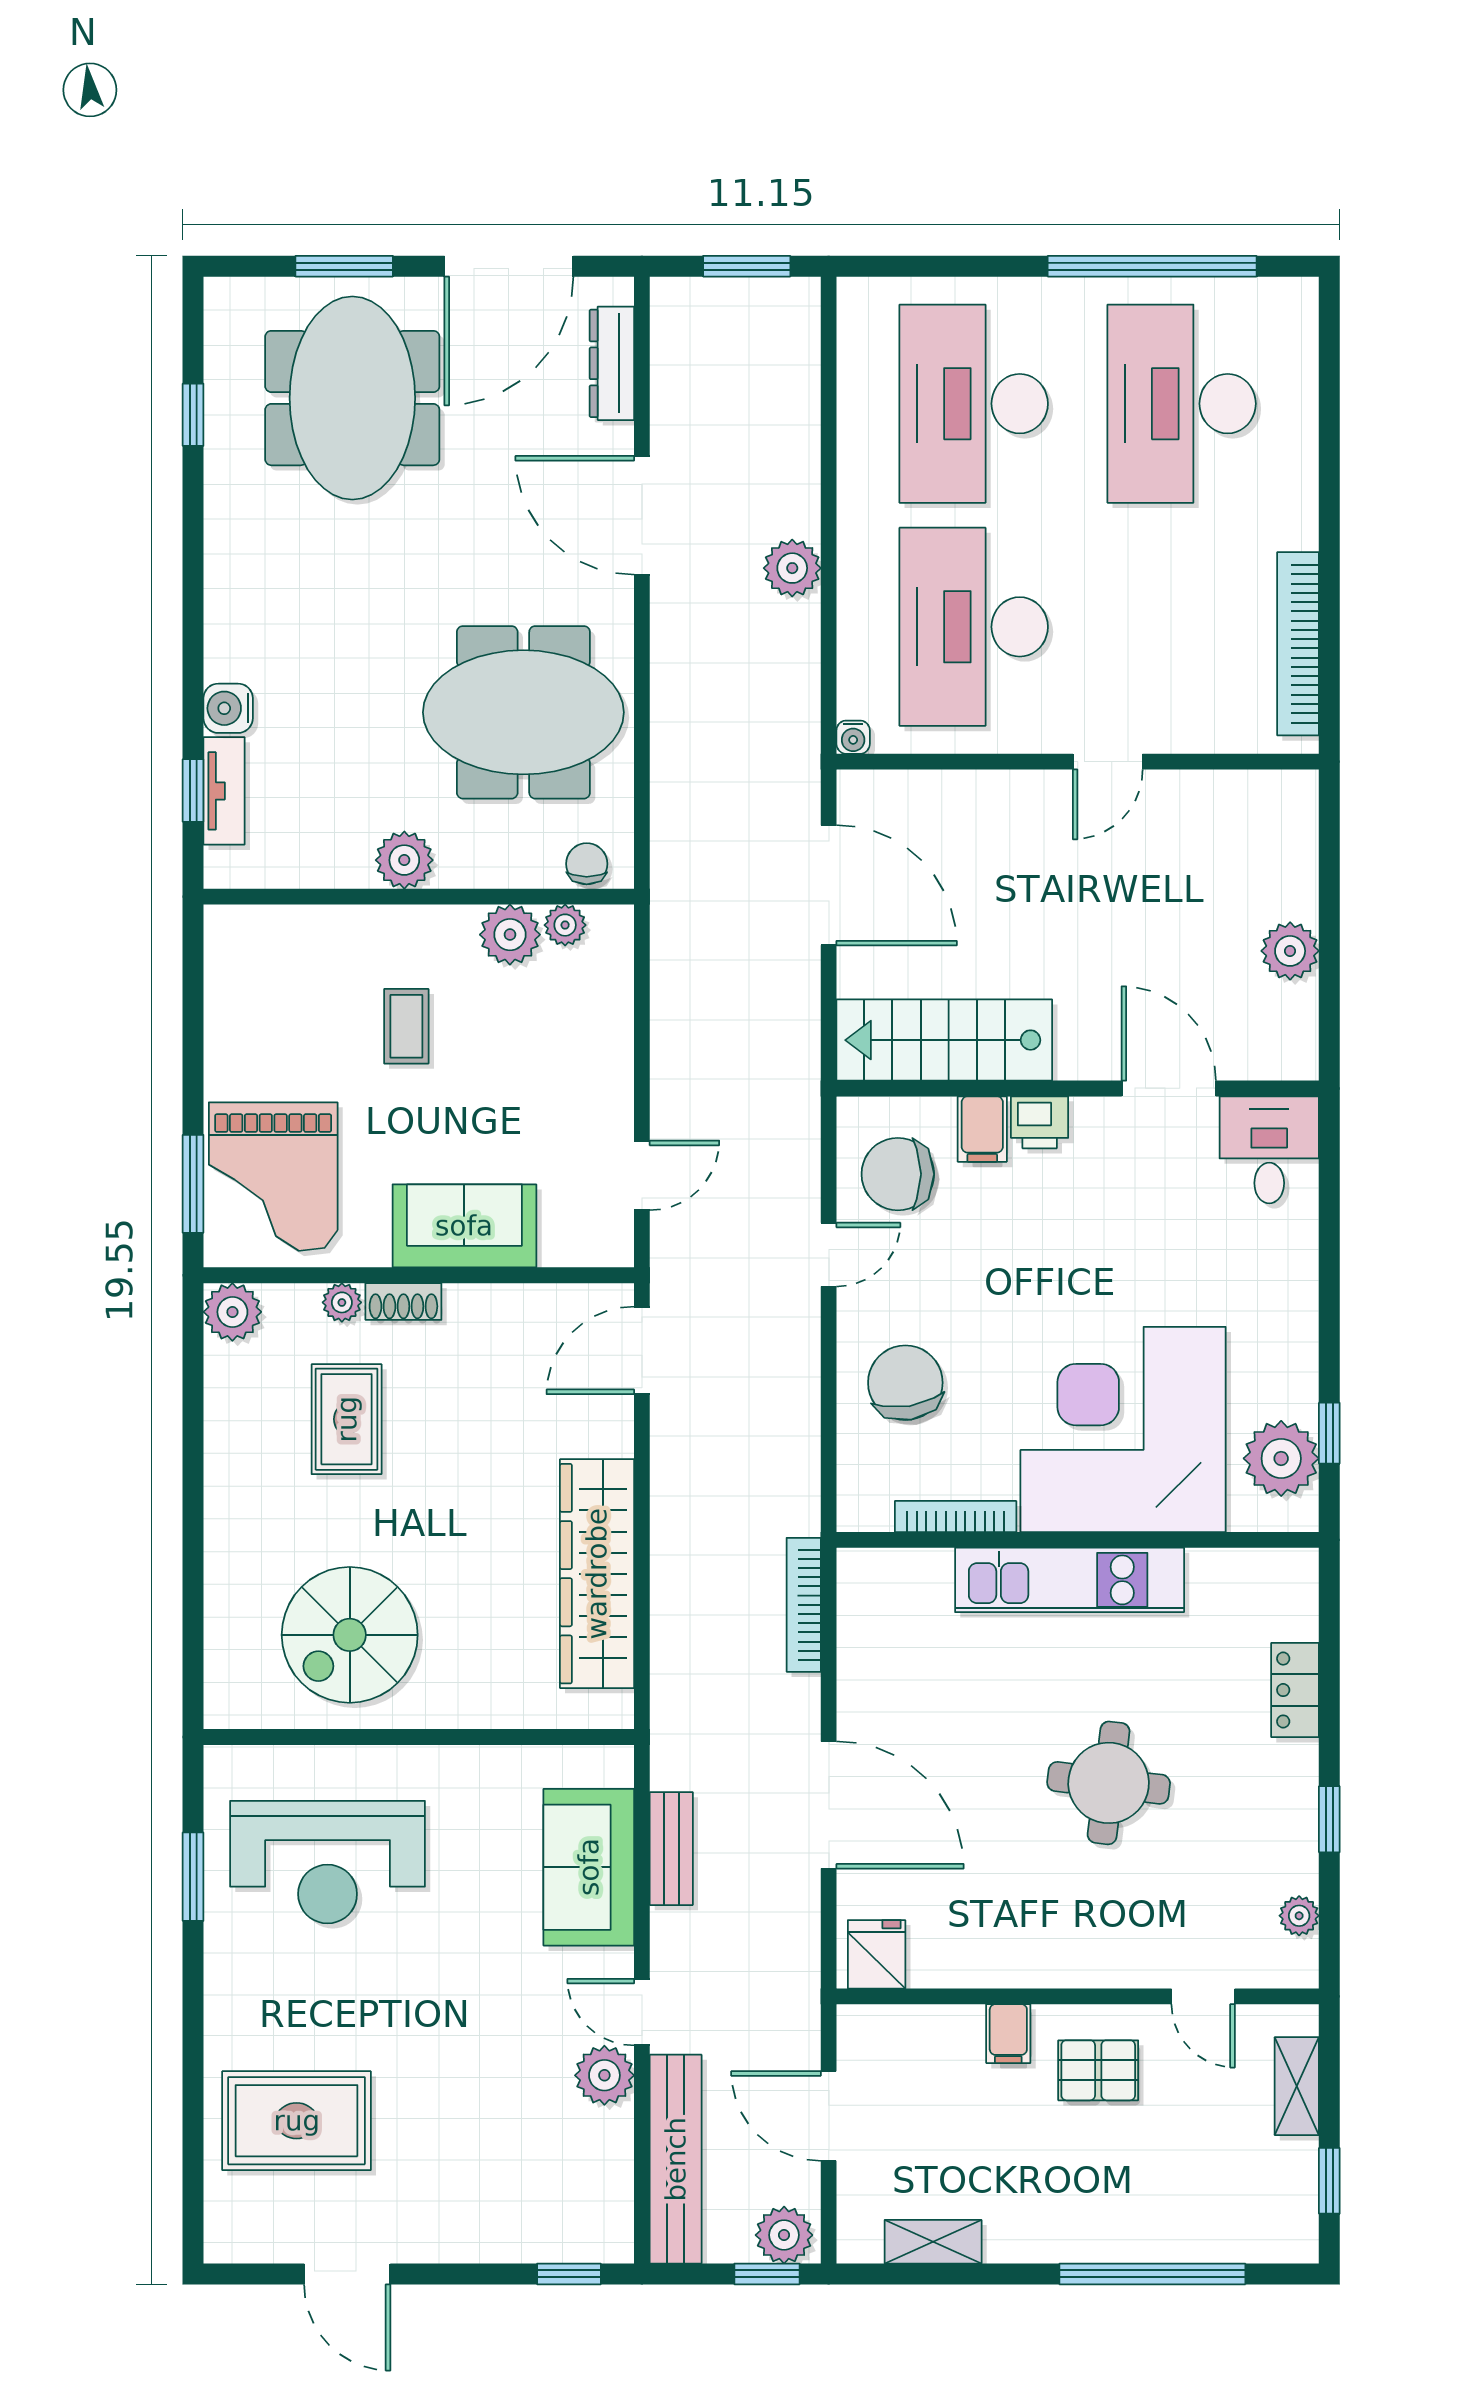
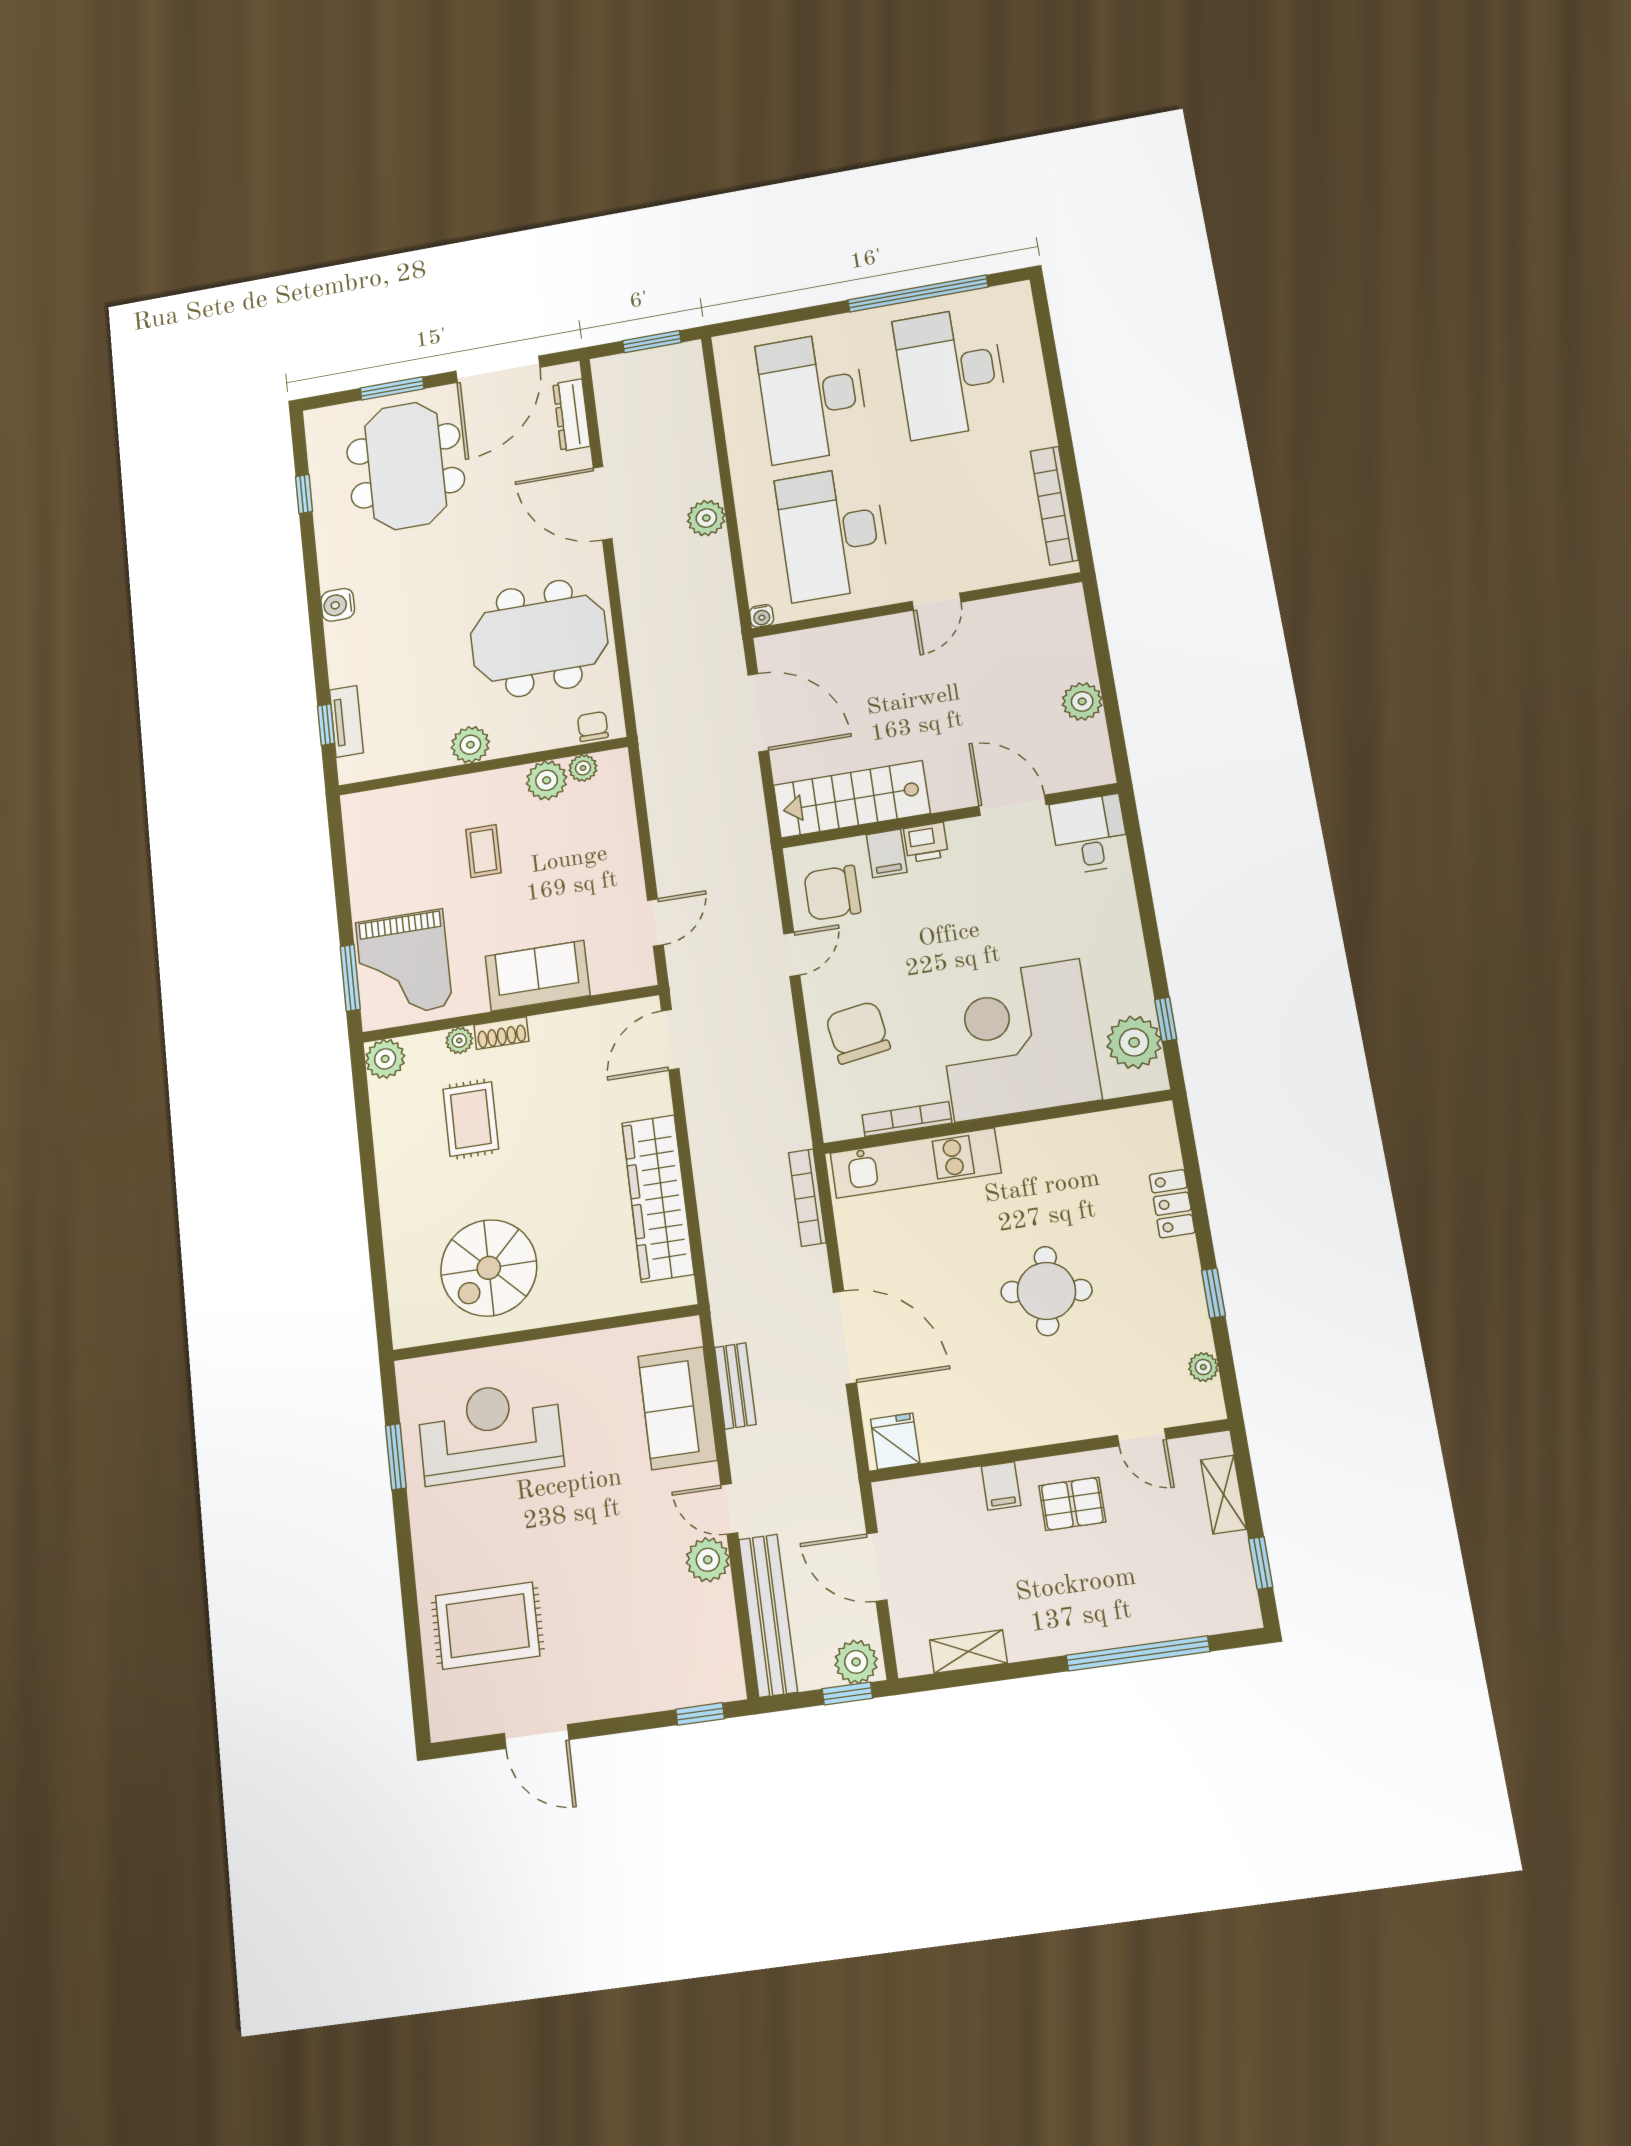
water cooler: (228, 708) -> (338, 605), moved
kitchen unit: (1070, 1580) -> (915, 1163), moved
reception desk: (328, 1862) -> (490, 1432), turned 180

